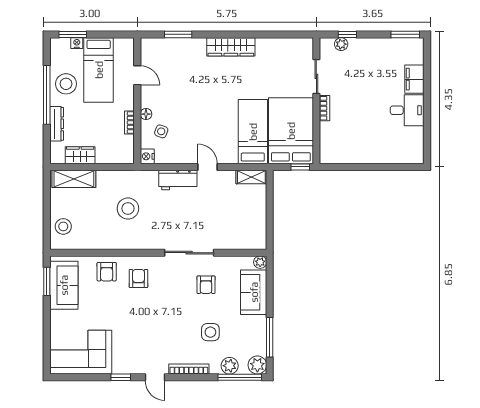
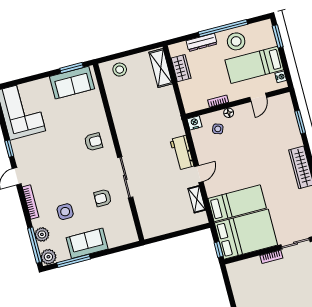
nightstand: (77, 43) -> (281, 77), moved
shelving: (251, 177) -> (197, 199), moved
stool: (128, 209) -> (148, 118), removed
plant: (260, 262) -> (133, 237), removed
armchair: (107, 272) -> (92, 114), removed
sofa: (254, 292) -> (87, 243), moved

